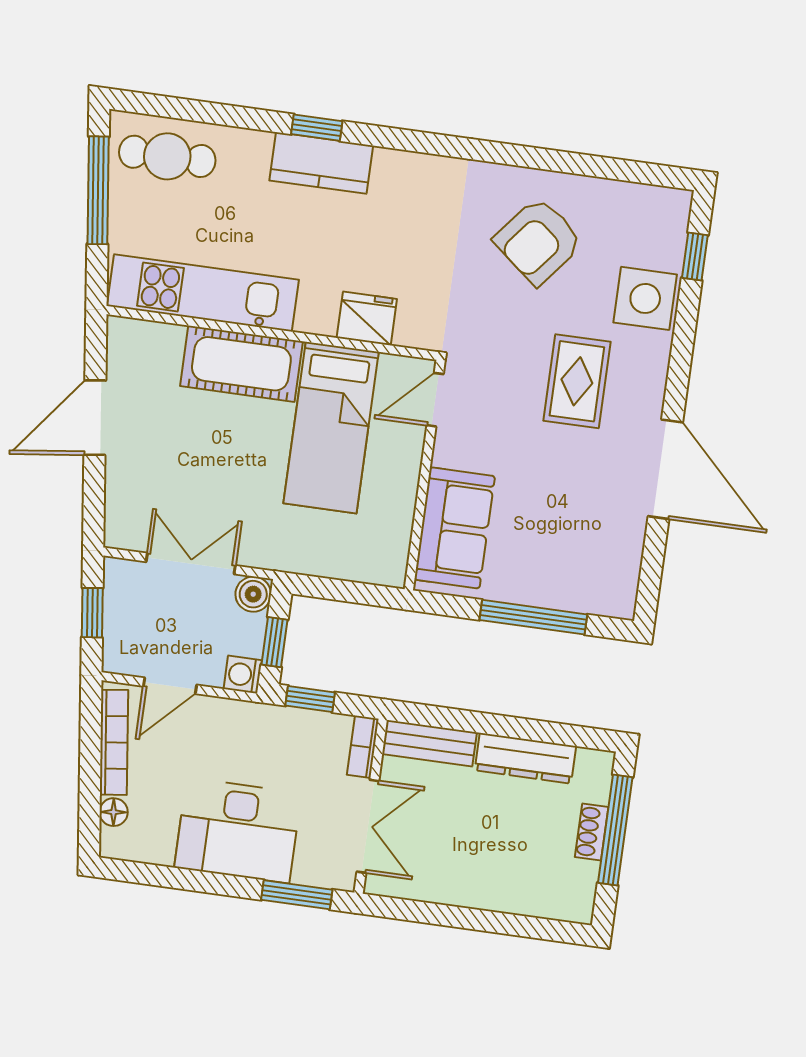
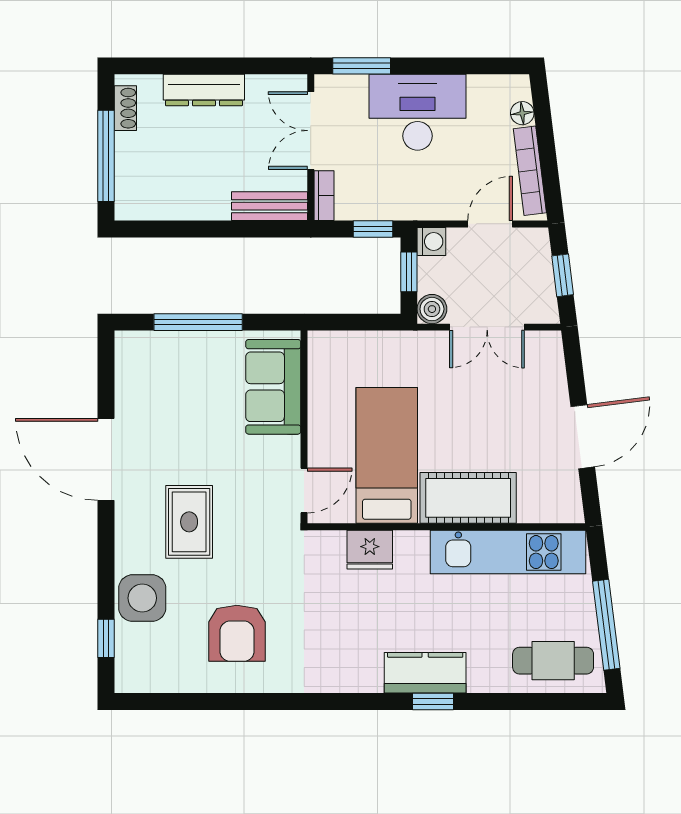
armchair: (538, 241) -> (237, 633), turned 141
dresser: (525, 758) -> (204, 90), moved, turned 180
shoe rack: (592, 832) -> (125, 108), moved

